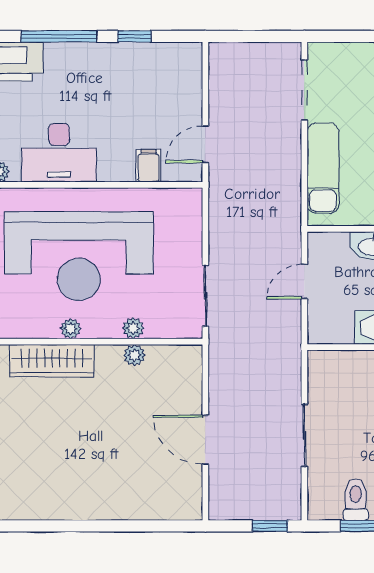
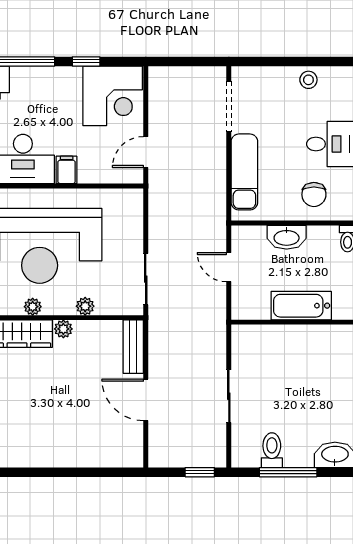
corner desk: (166, 77) -> (113, 96), added
filing cabinet: (149, 166) -> (67, 170), moved
door: (304, 282) -> (229, 267), hinge flipped
plant: (134, 355) -> (63, 329), moved
bench: (190, 376) -> (133, 347), added

